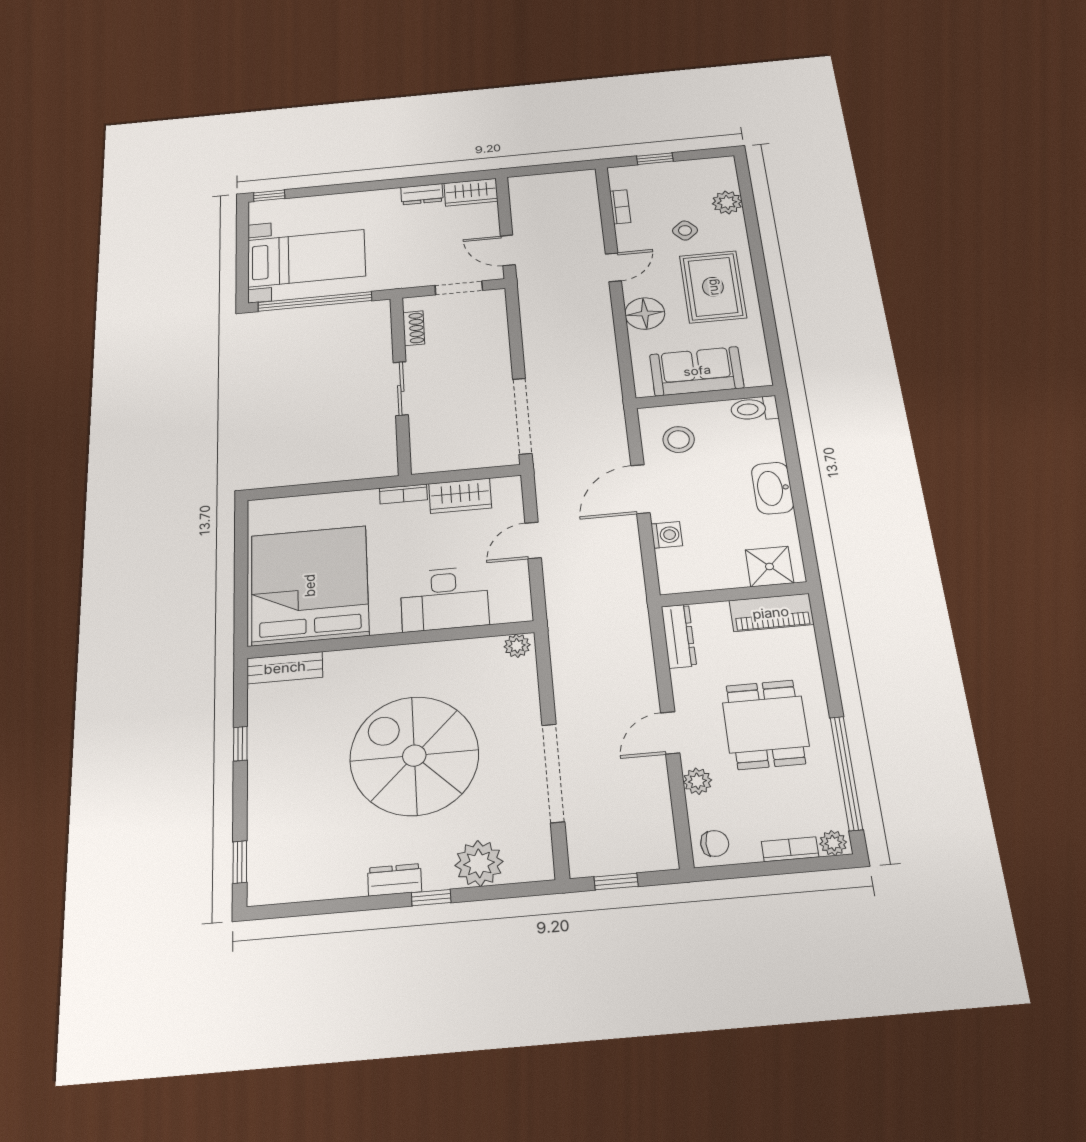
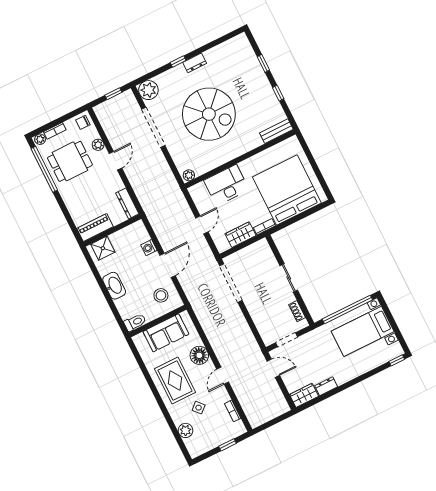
bed: (310, 585) -> (287, 190), moved, turned 180
dining table: (766, 724) -> (70, 161), moved, turned 90
window: (240, 862) -> (263, 63), moved
plant: (479, 863) -> (148, 90), moved

